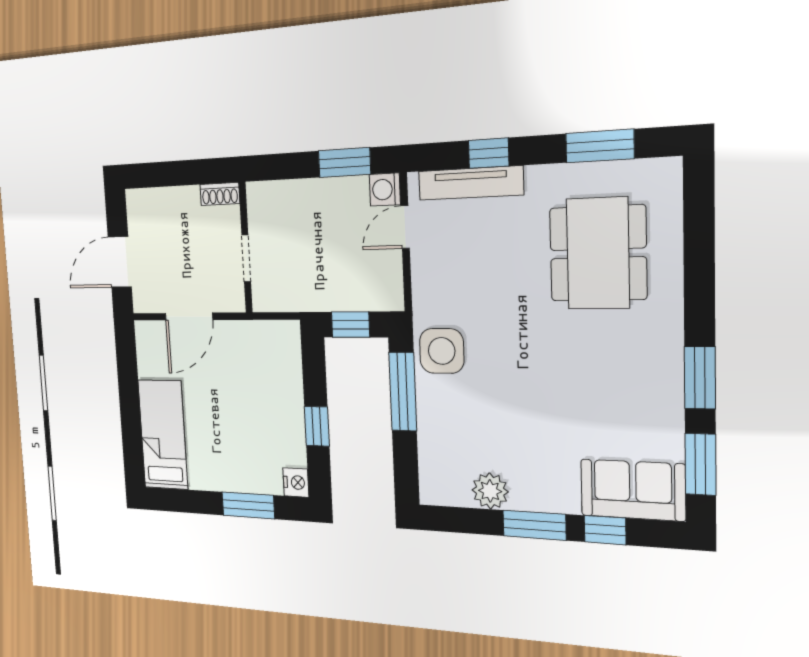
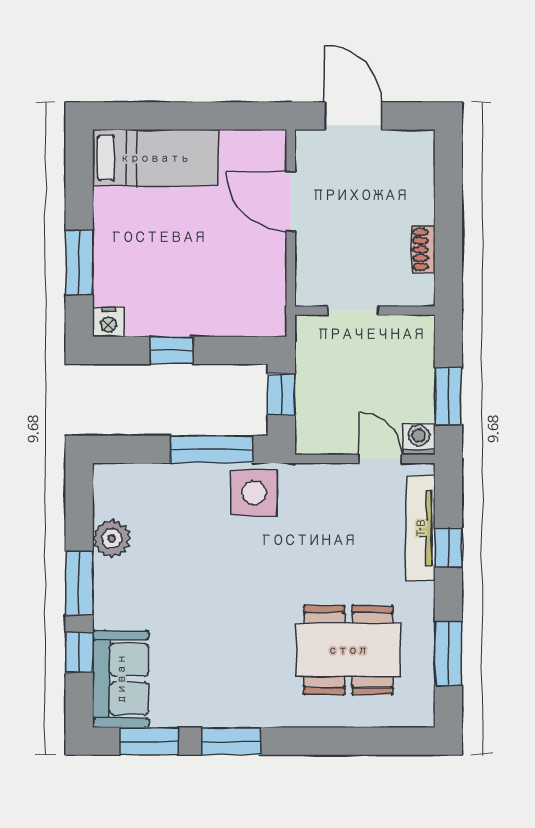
wall: (246, 248) -> (365, 311), moved
doorway: (246, 259) -> (353, 311), moved

